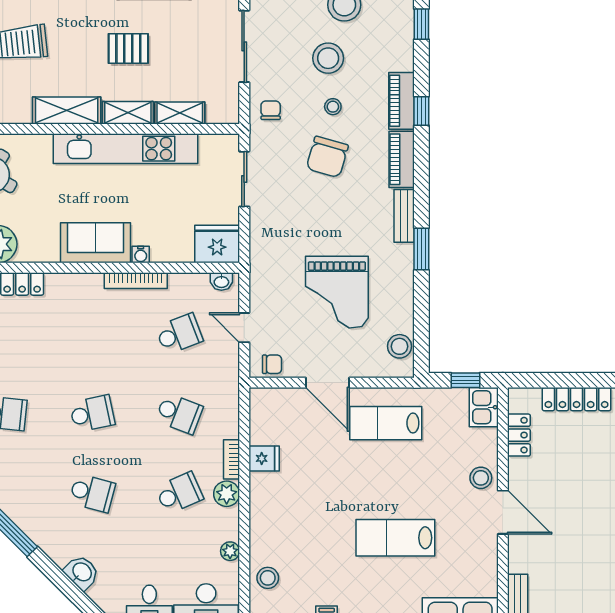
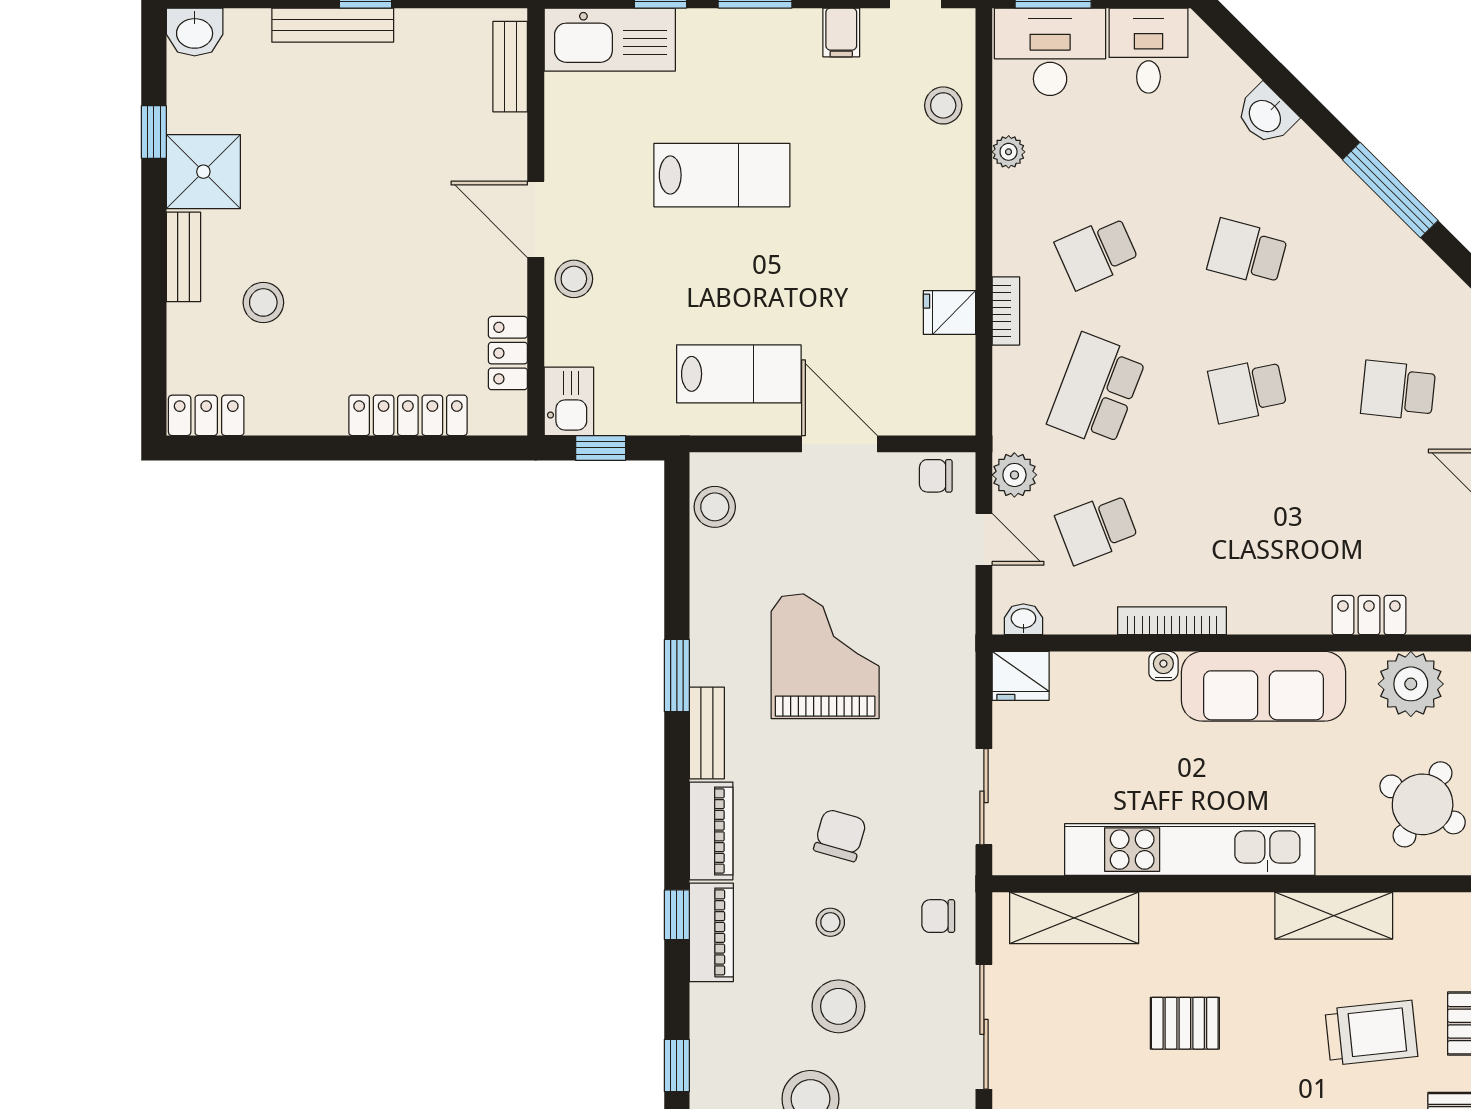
chair: (271, 110) -> (938, 916), turned 90
shelving: (67, 111) -> (1334, 916), moved
shelving: (128, 113) -> (1186, 912), removed
shelving: (180, 113) -> (1074, 918), width x1.50, depth x1.33
chair: (327, 157) -> (840, 835), width x0.73, depth x0.73
sofa: (95, 243) -> (1264, 686), width x1.36
fridge: (217, 244) -> (1021, 676), width x0.73, depth x0.75
grand piano: (337, 292) -> (825, 656), moved
school desk: (179, 414) -> (1097, 390), width x1.85
plant: (227, 494) -> (1014, 475), moved

